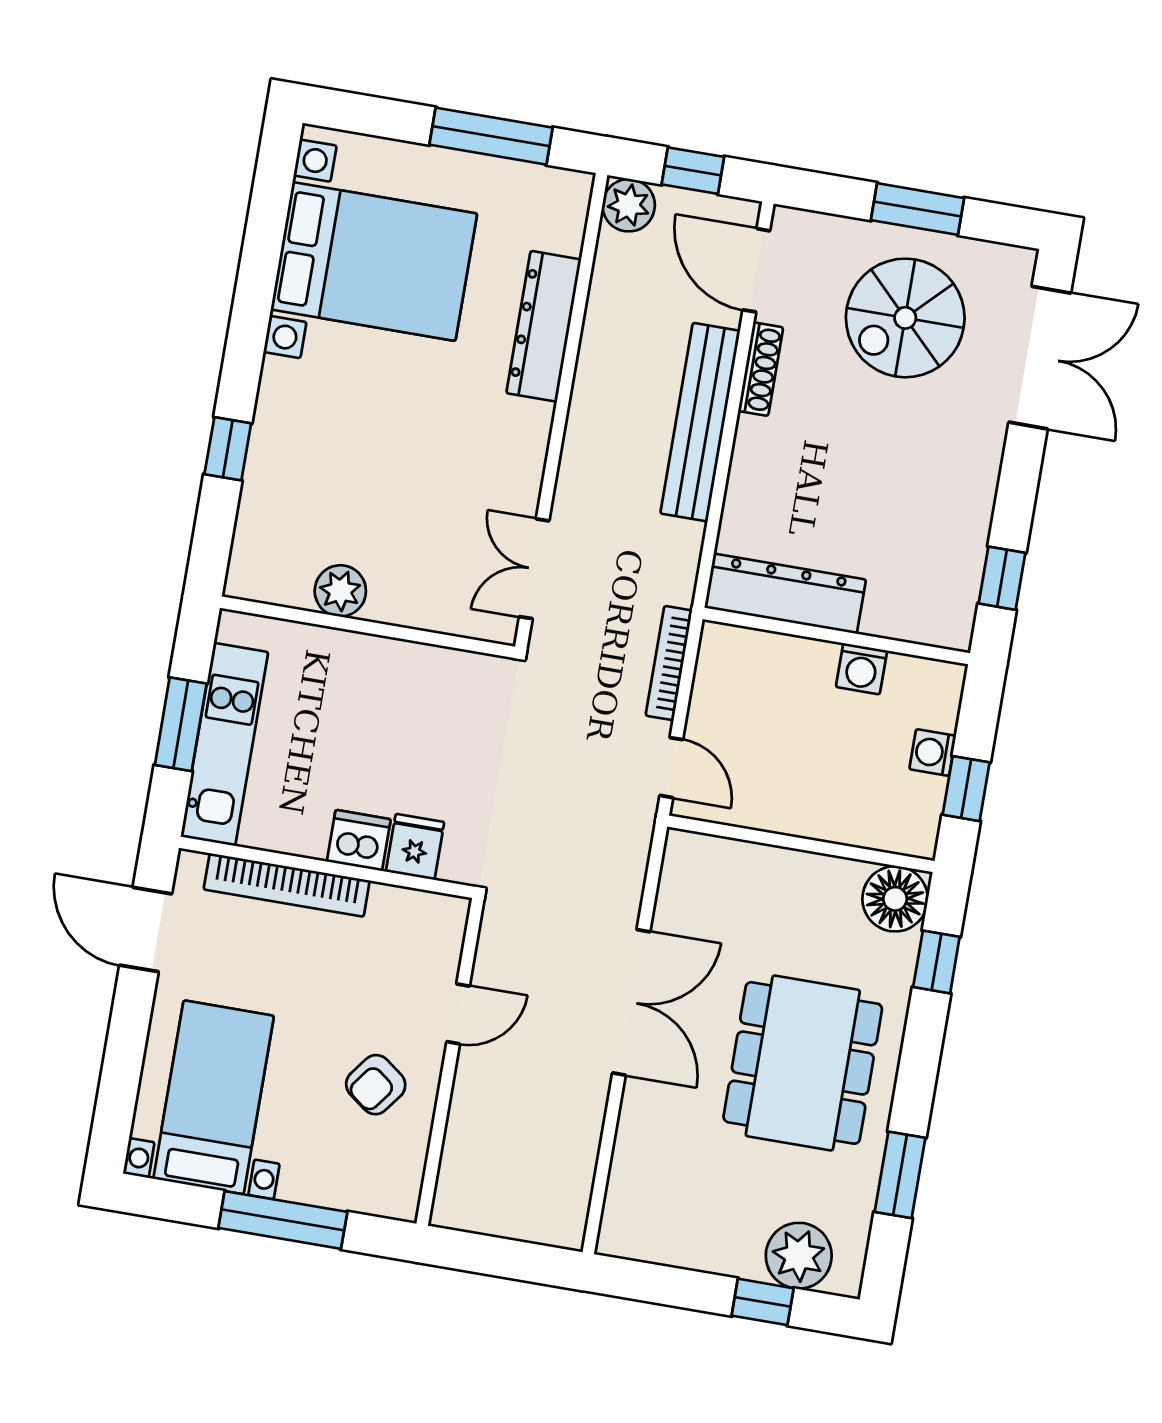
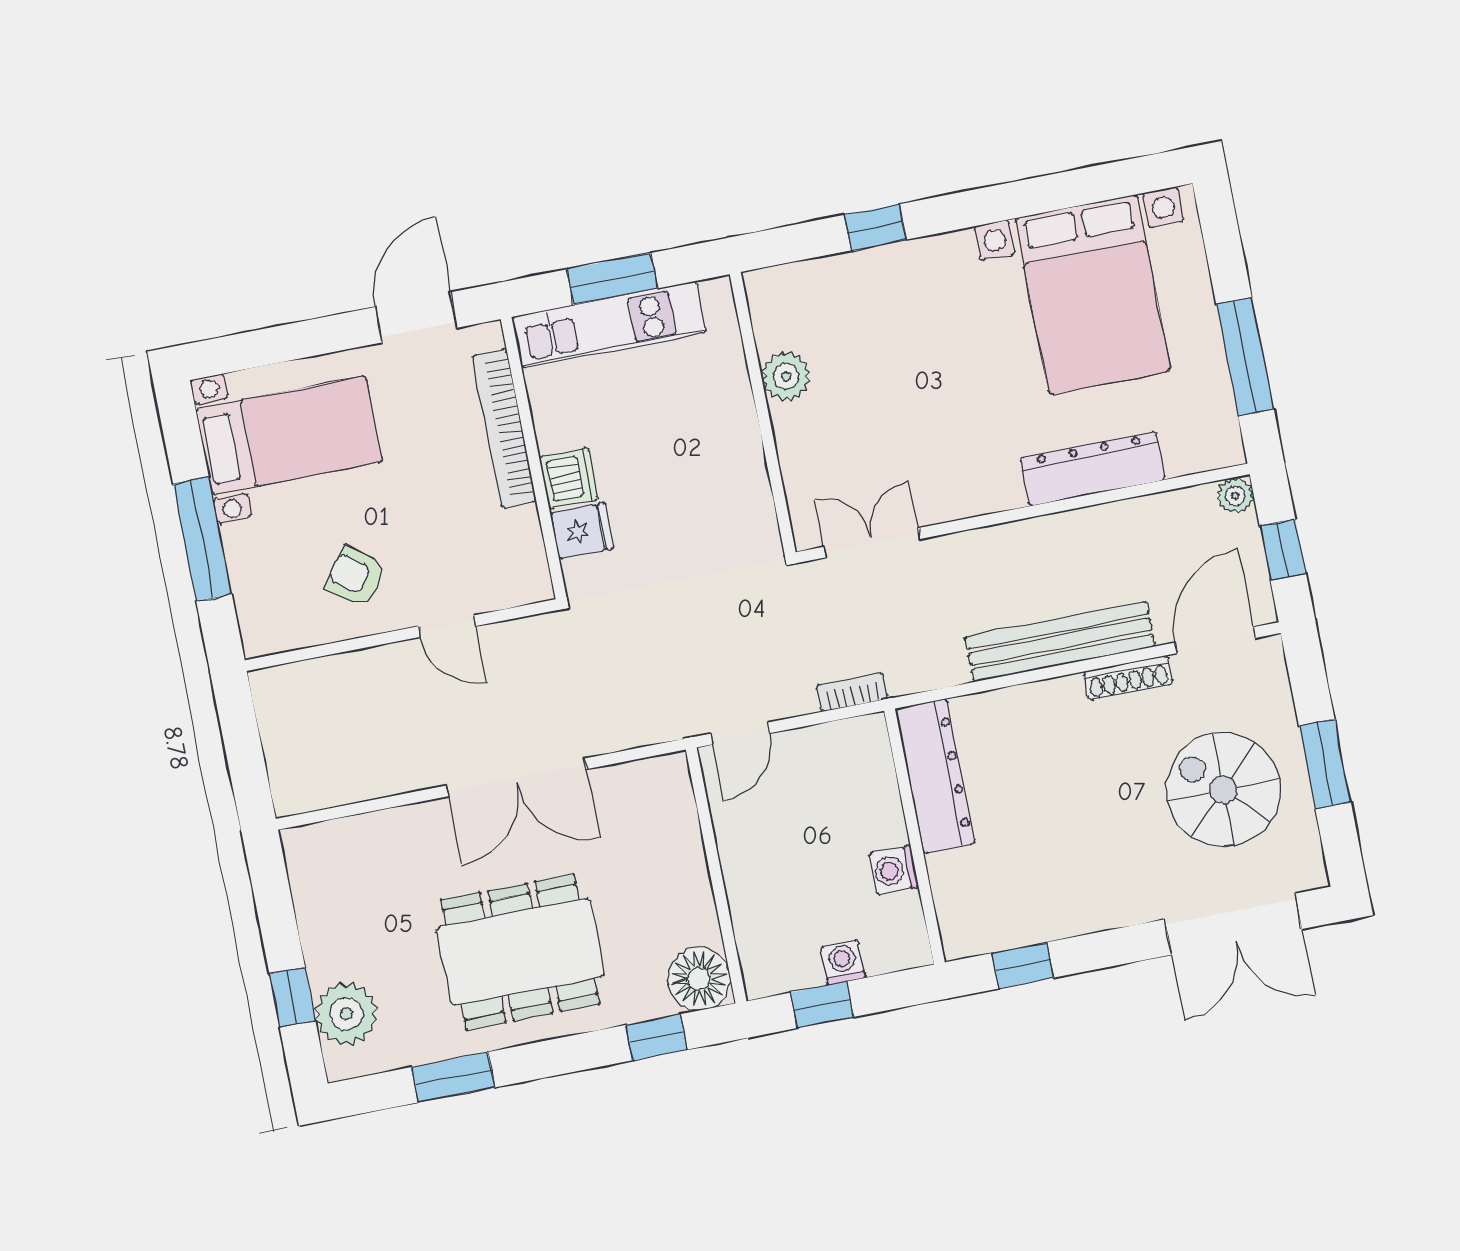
plant: (629, 205) -> (1235, 496), width x0.73, depth x0.73
bookcase: (669, 663) -> (852, 692), width x0.64

